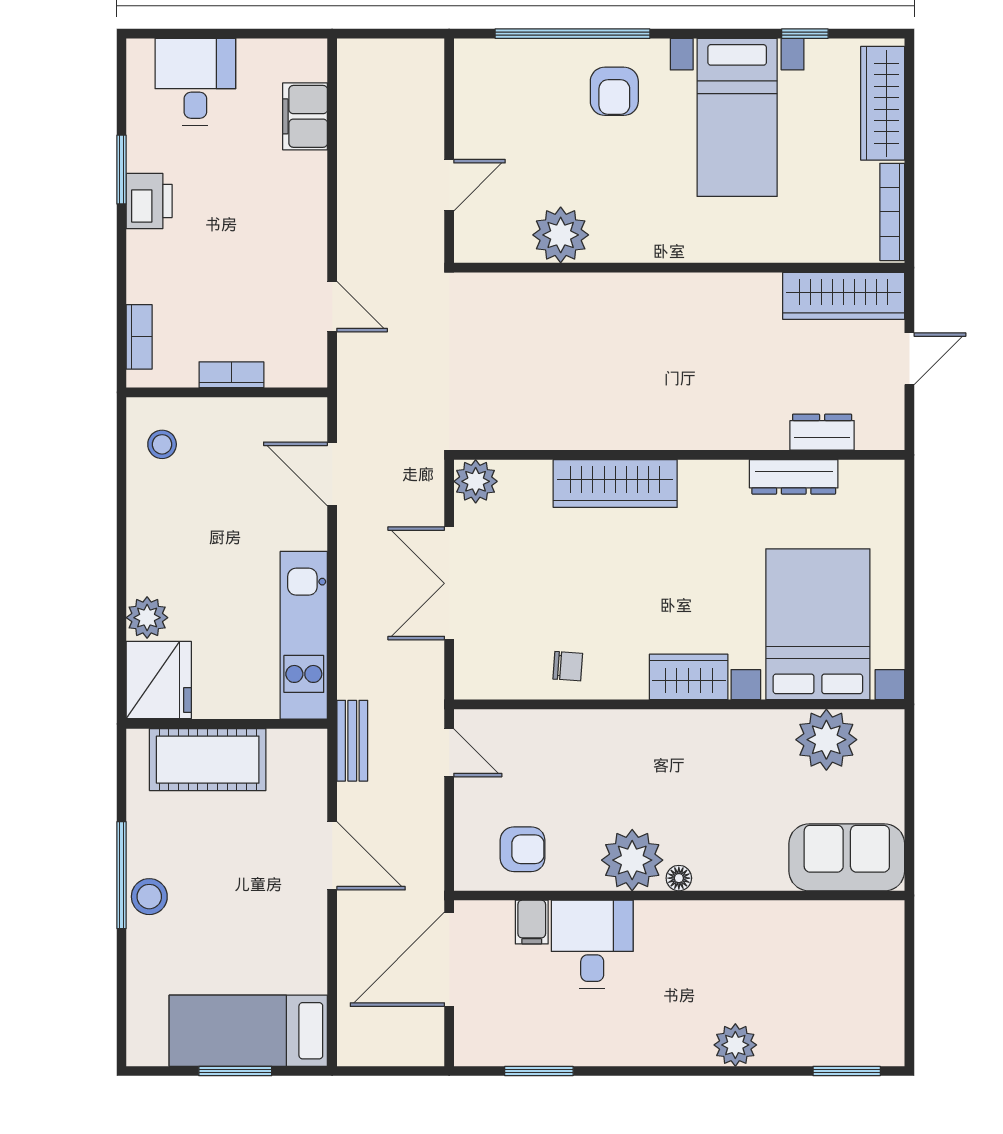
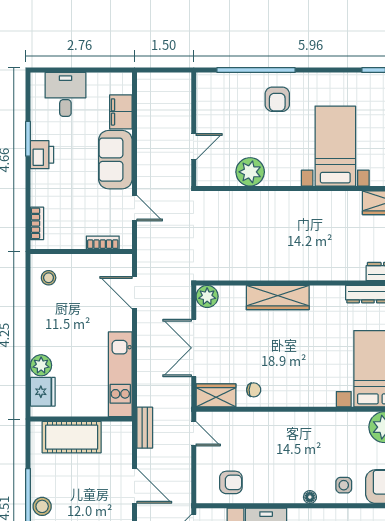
bed with nightstands: (737, 117) -> (335, 146), moved, turned 180
sofa: (294, 211) -> (115, 160), added
bookcase: (231, 375) -> (103, 243), moved
wardrobe: (689, 677) -> (216, 395), moved
fridge: (159, 680) -> (43, 392), width x0.73, depth x0.75
side table: (746, 855) -> (344, 485), added
plant: (632, 860) -> (286, 488), removed

